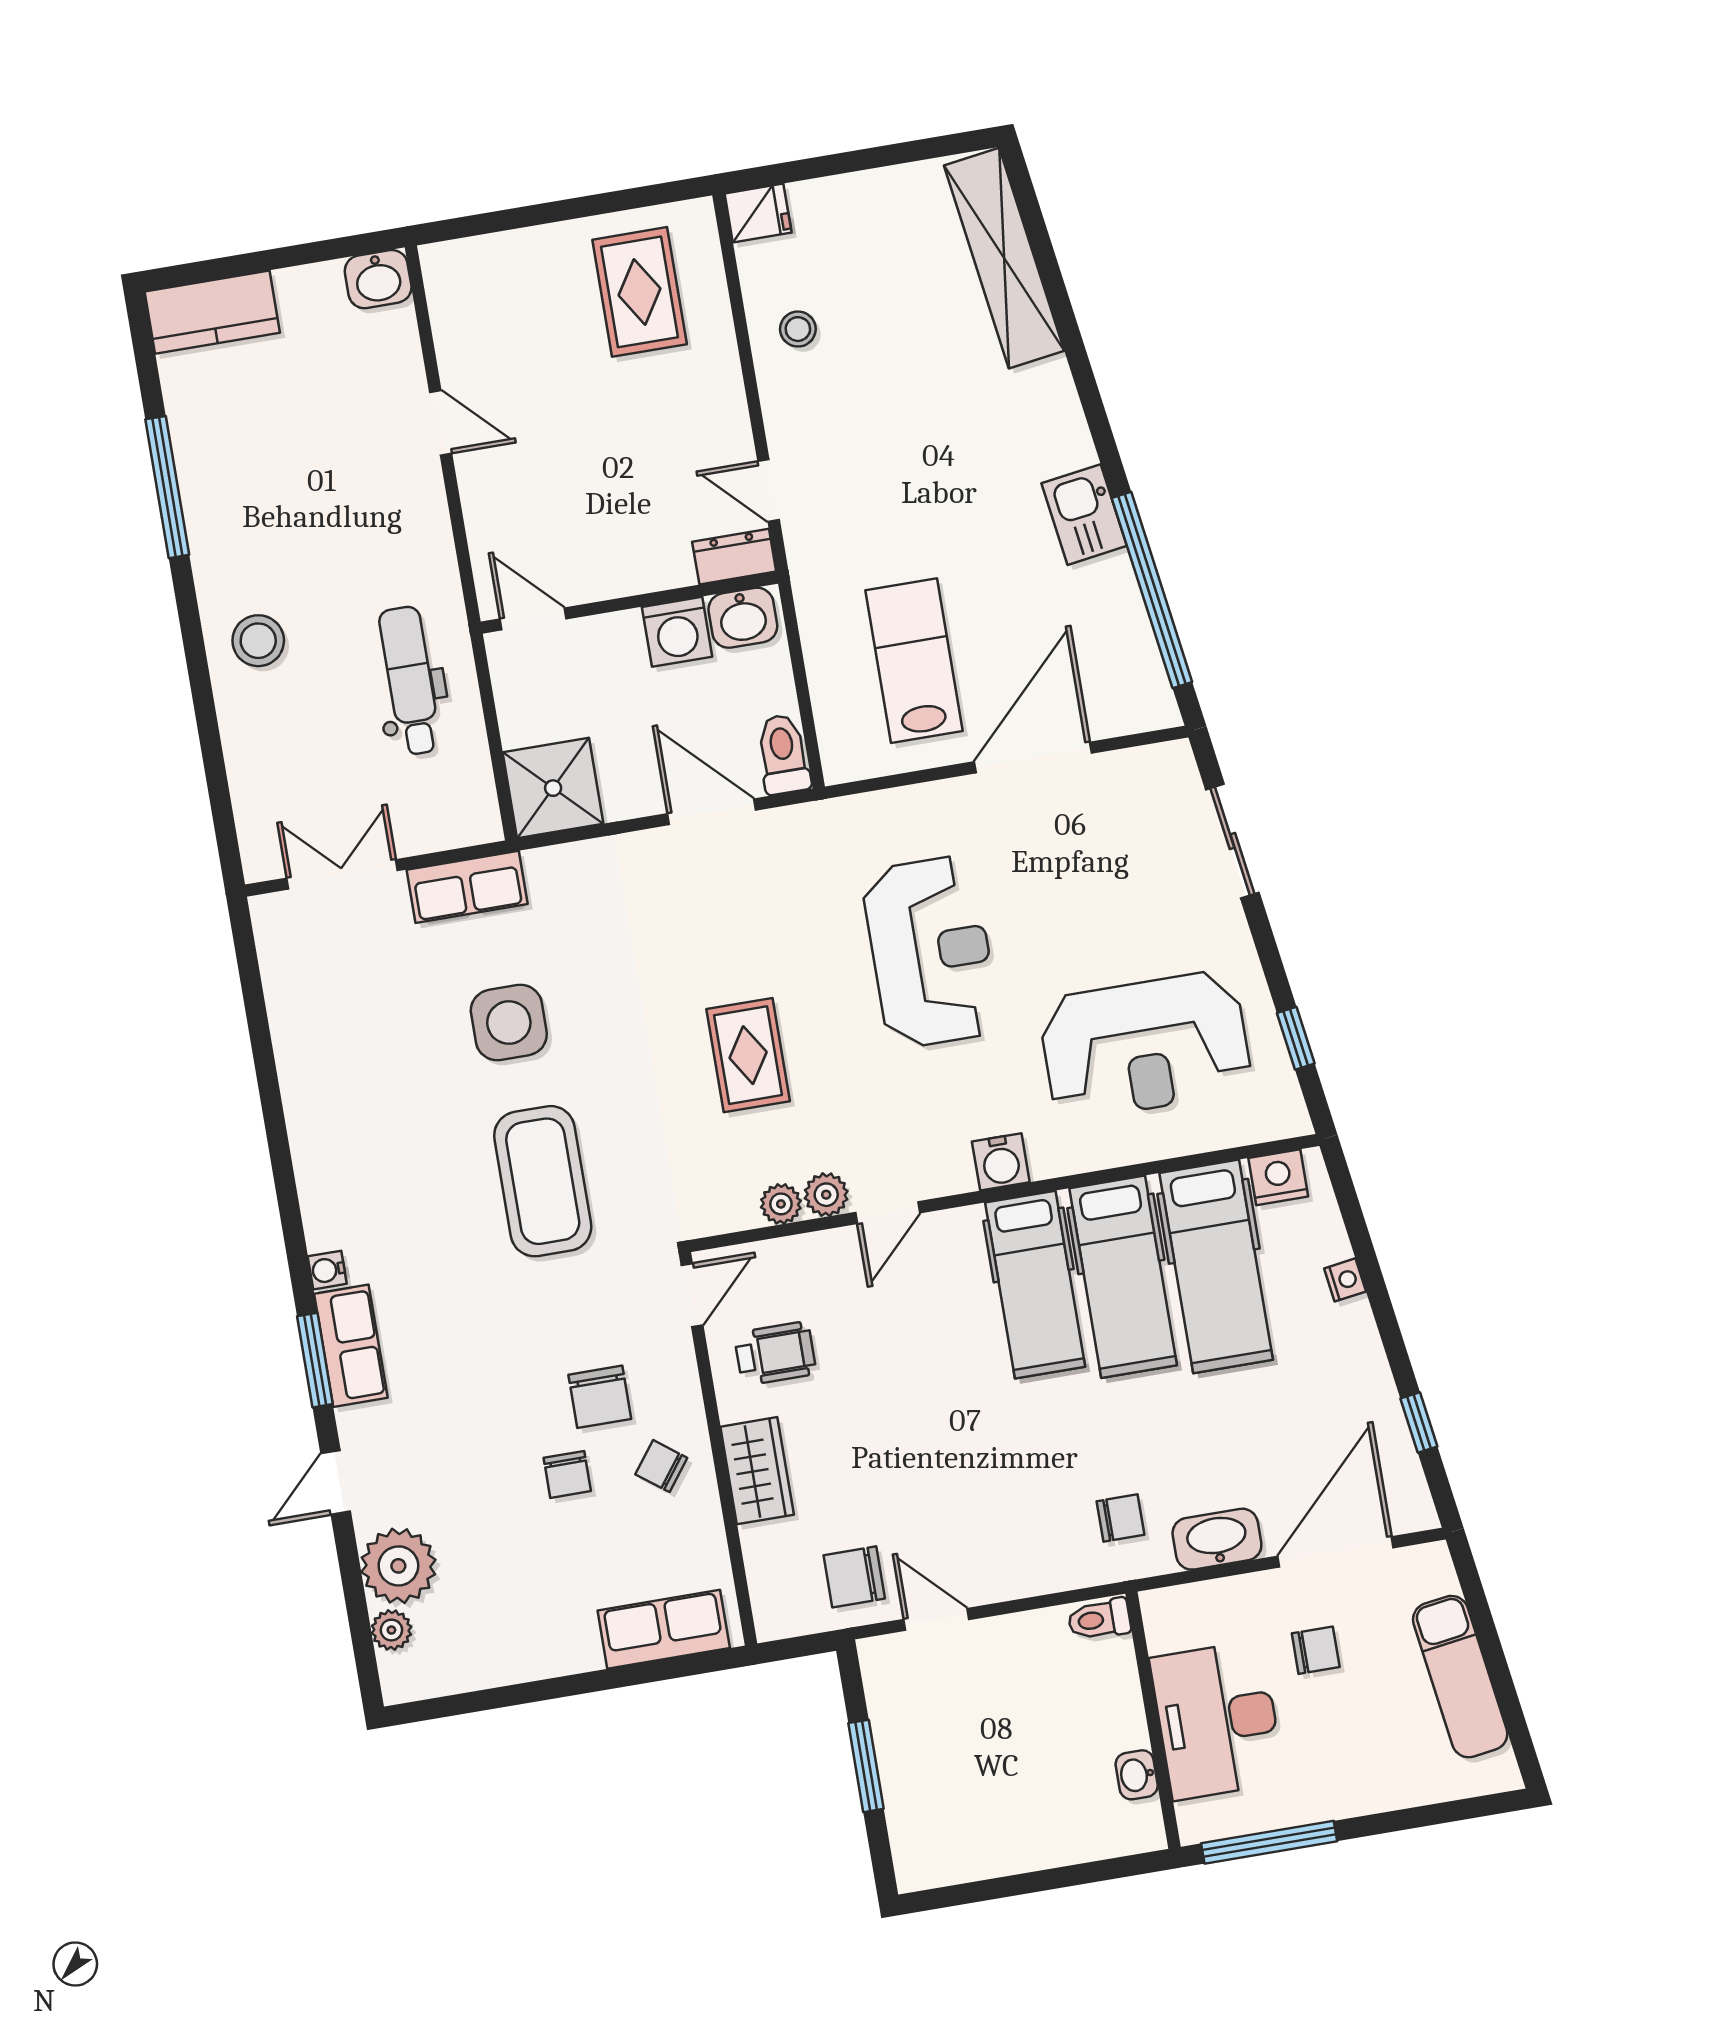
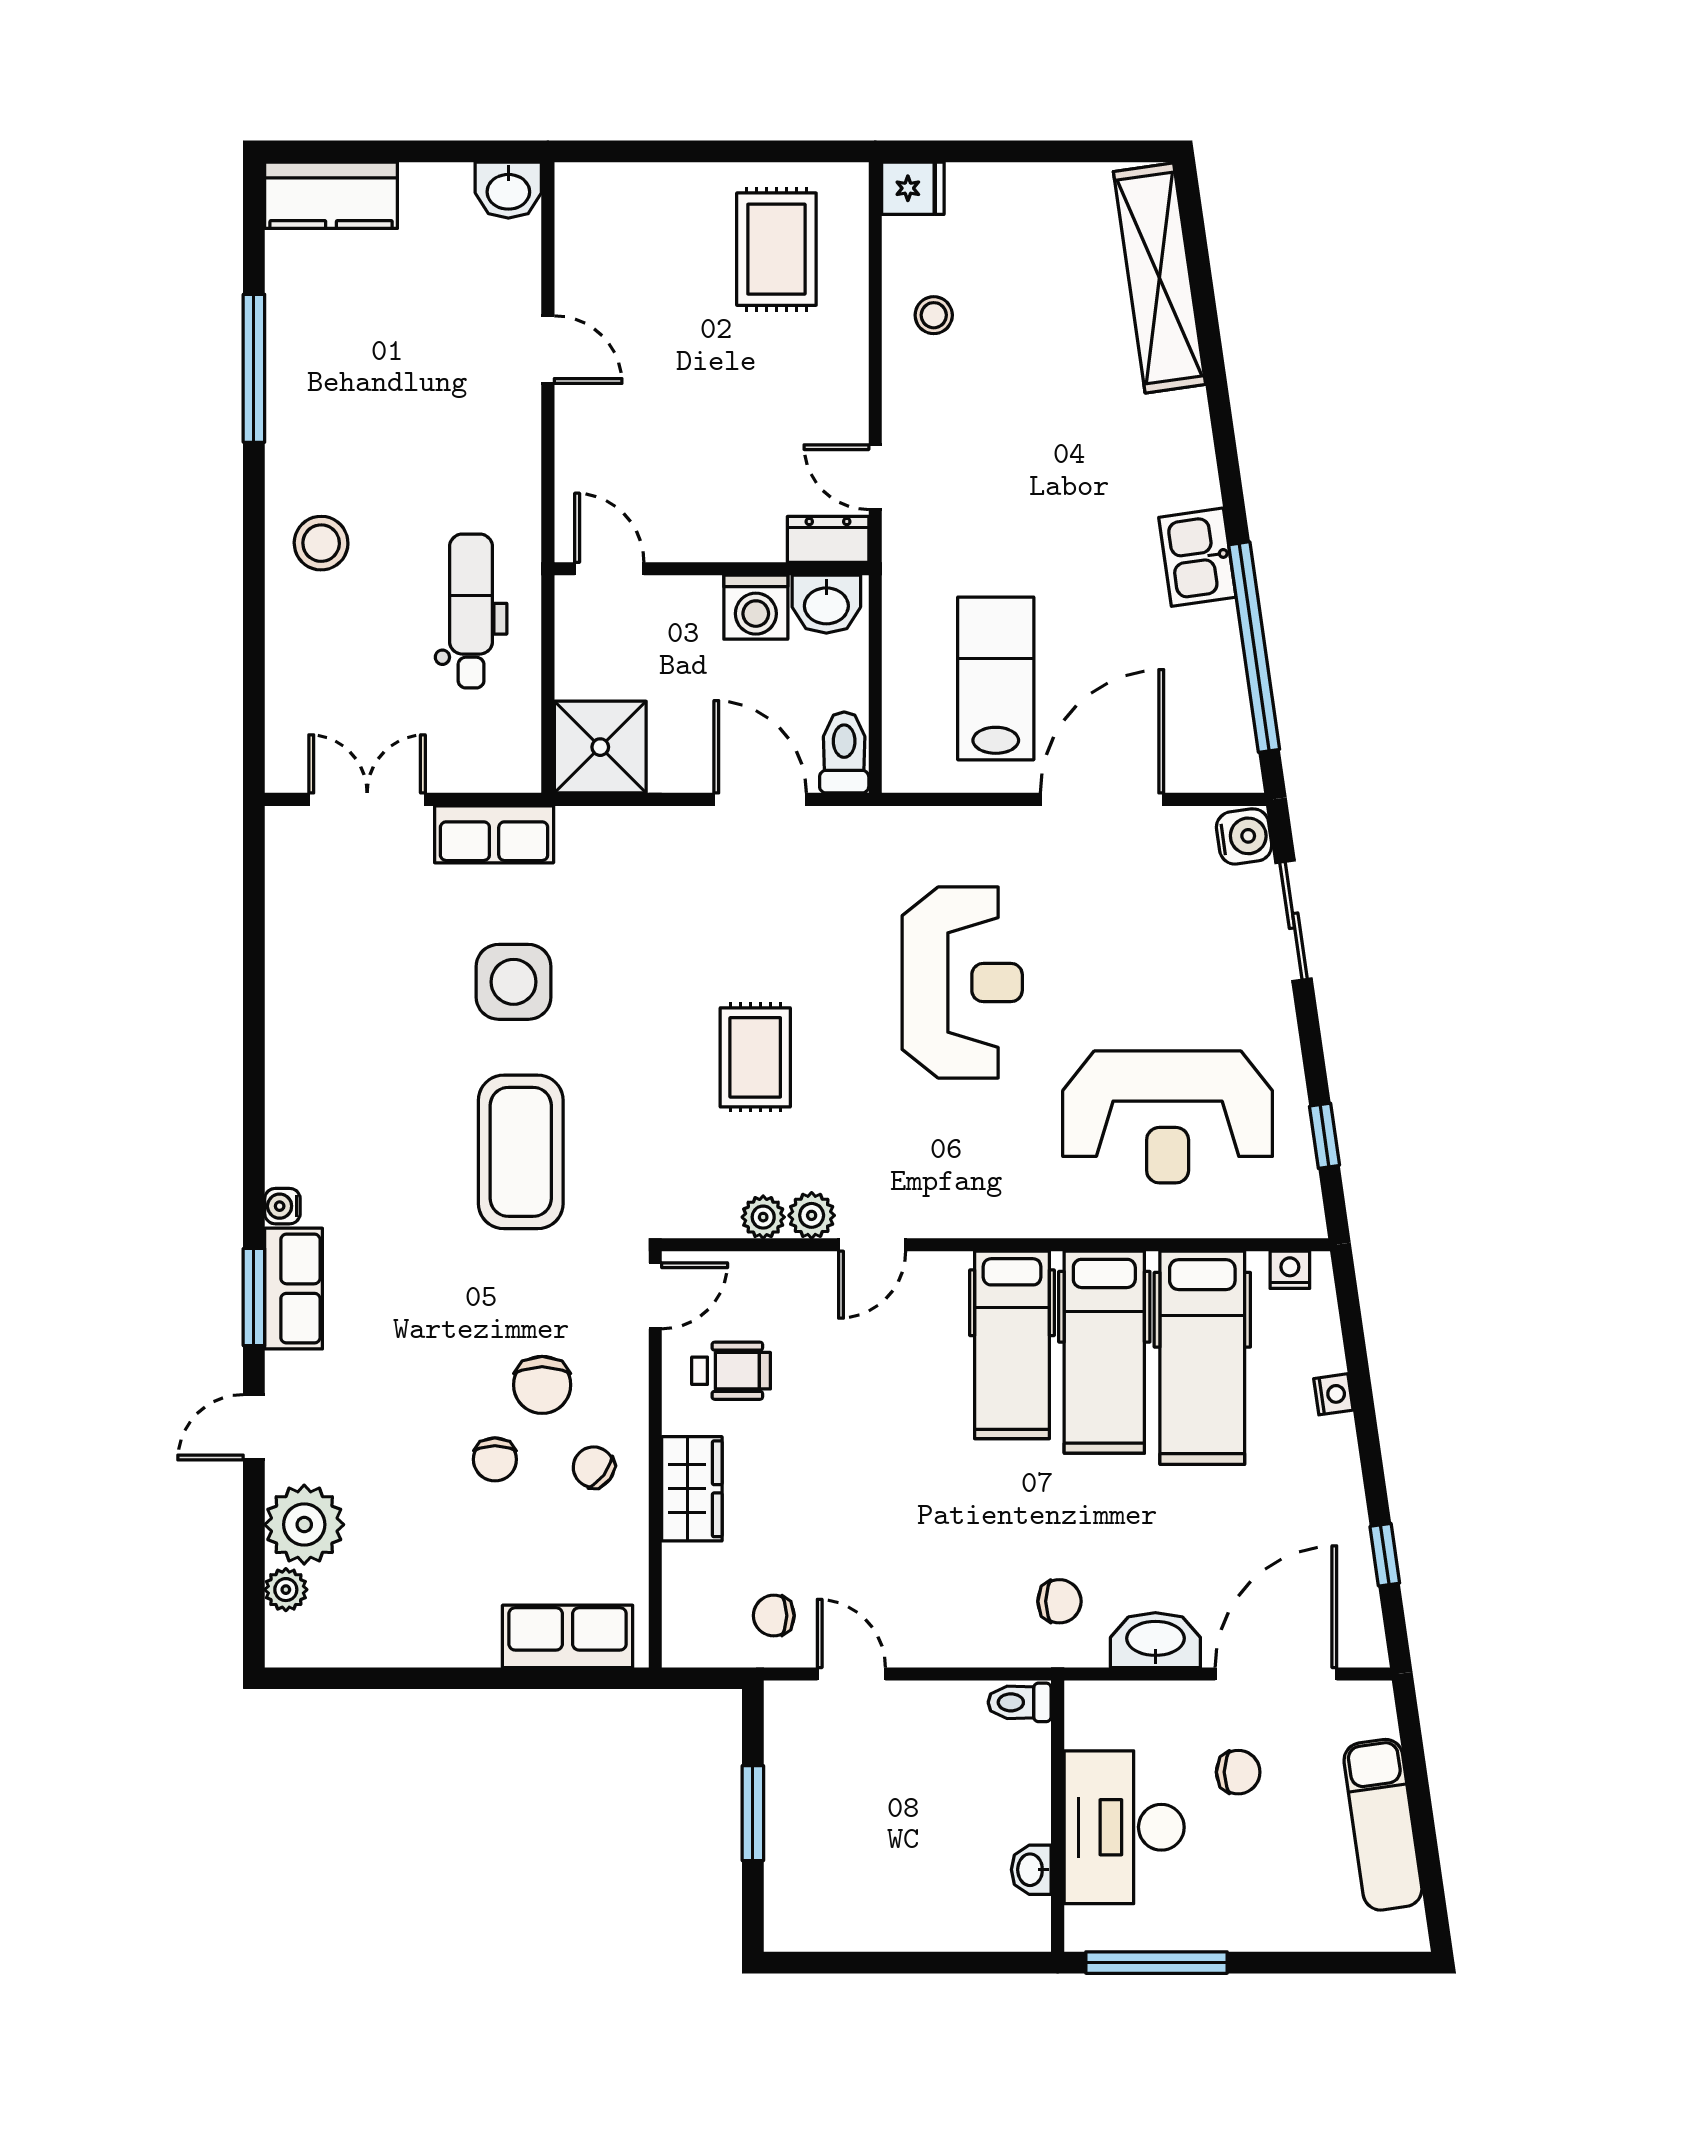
water cooler: (1001, 1162) -> (1244, 836), moved, turned -98
nightstand: (1278, 1177) -> (1290, 1270), width x0.72, depth x0.74
chair: (854, 1577) -> (774, 1616), width x0.73, depth x0.73

